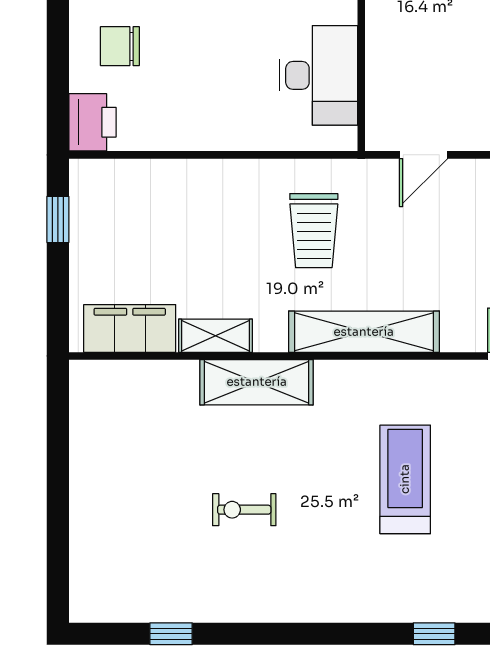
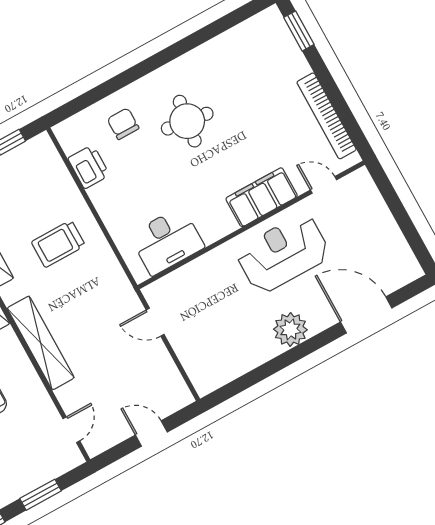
printer: (92, 122) -> (89, 167), moved, turned -90
trolley: (314, 231) -> (58, 244), moved

